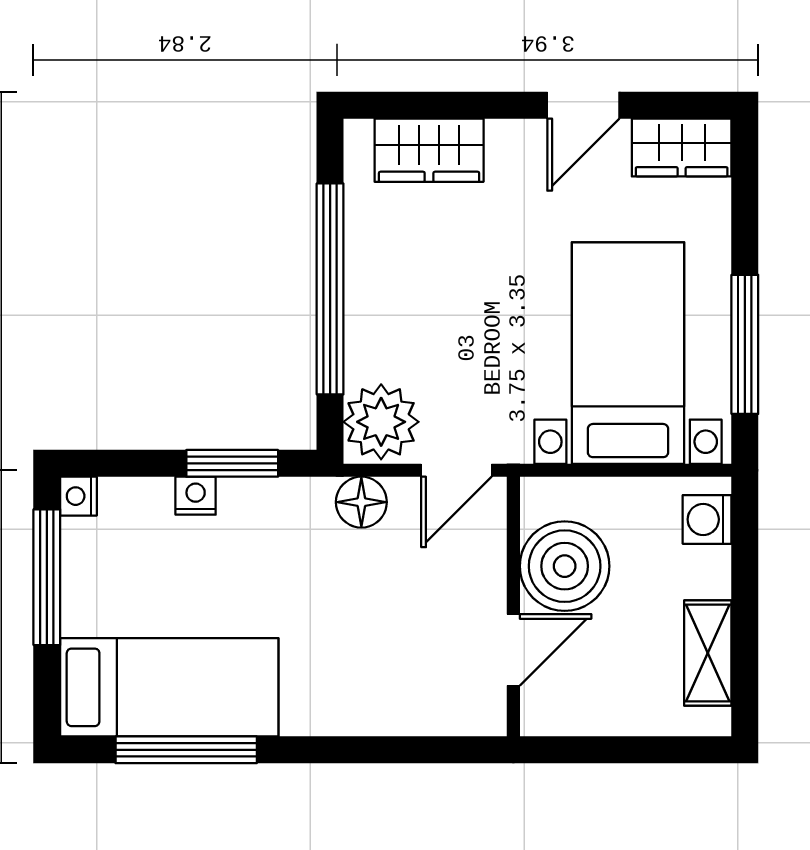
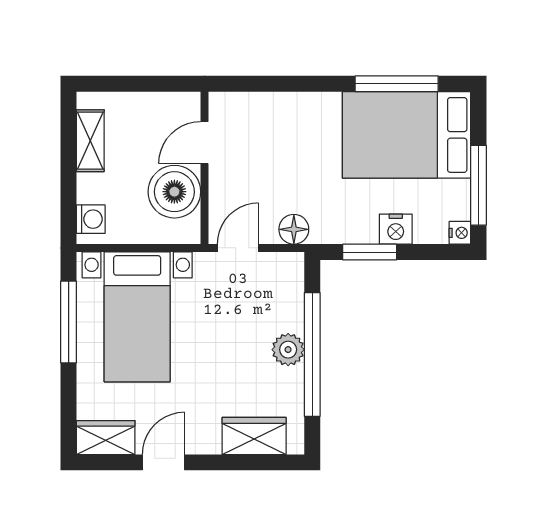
plant: (381, 422) -> (288, 350), moved, width x0.73, depth x0.73
nightstand: (196, 496) -> (396, 229), width x1.39, depth x1.35
bed: (169, 687) -> (407, 135), width x1.50

